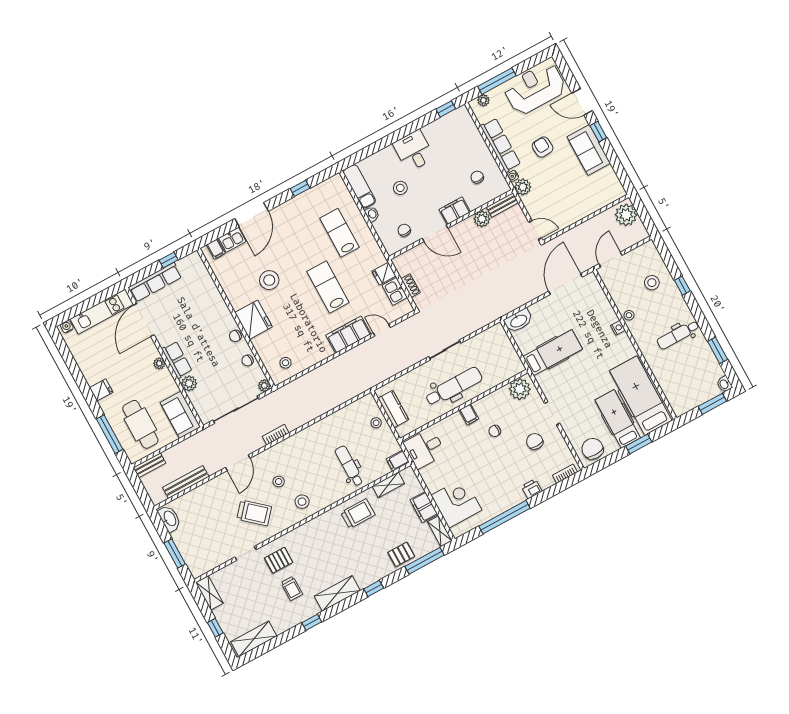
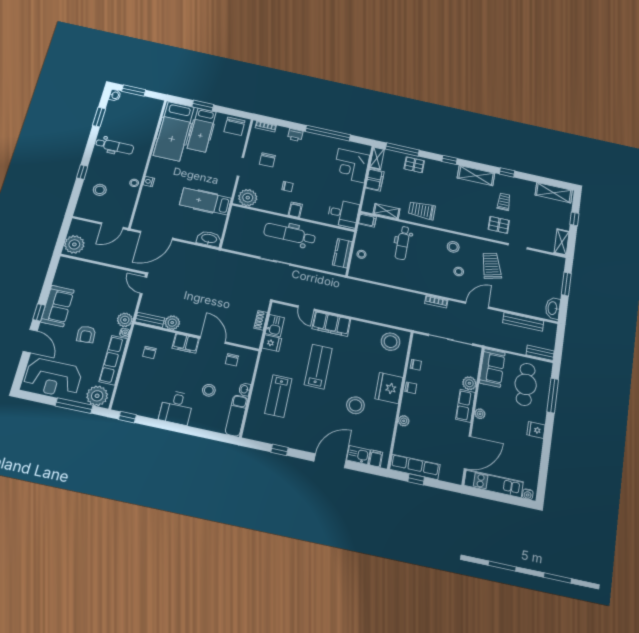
plant: (483, 100) -> (97, 396), width x1.88, depth x1.88
row of seats: (155, 282) -> (415, 467), moved
lab bench: (328, 287) -> (318, 367), turned 180
stool: (285, 363) -> (391, 342), width x1.89, depth x1.89
plant: (264, 386) -> (404, 421), moved
trolley: (254, 513) -> (491, 266), turned 34

